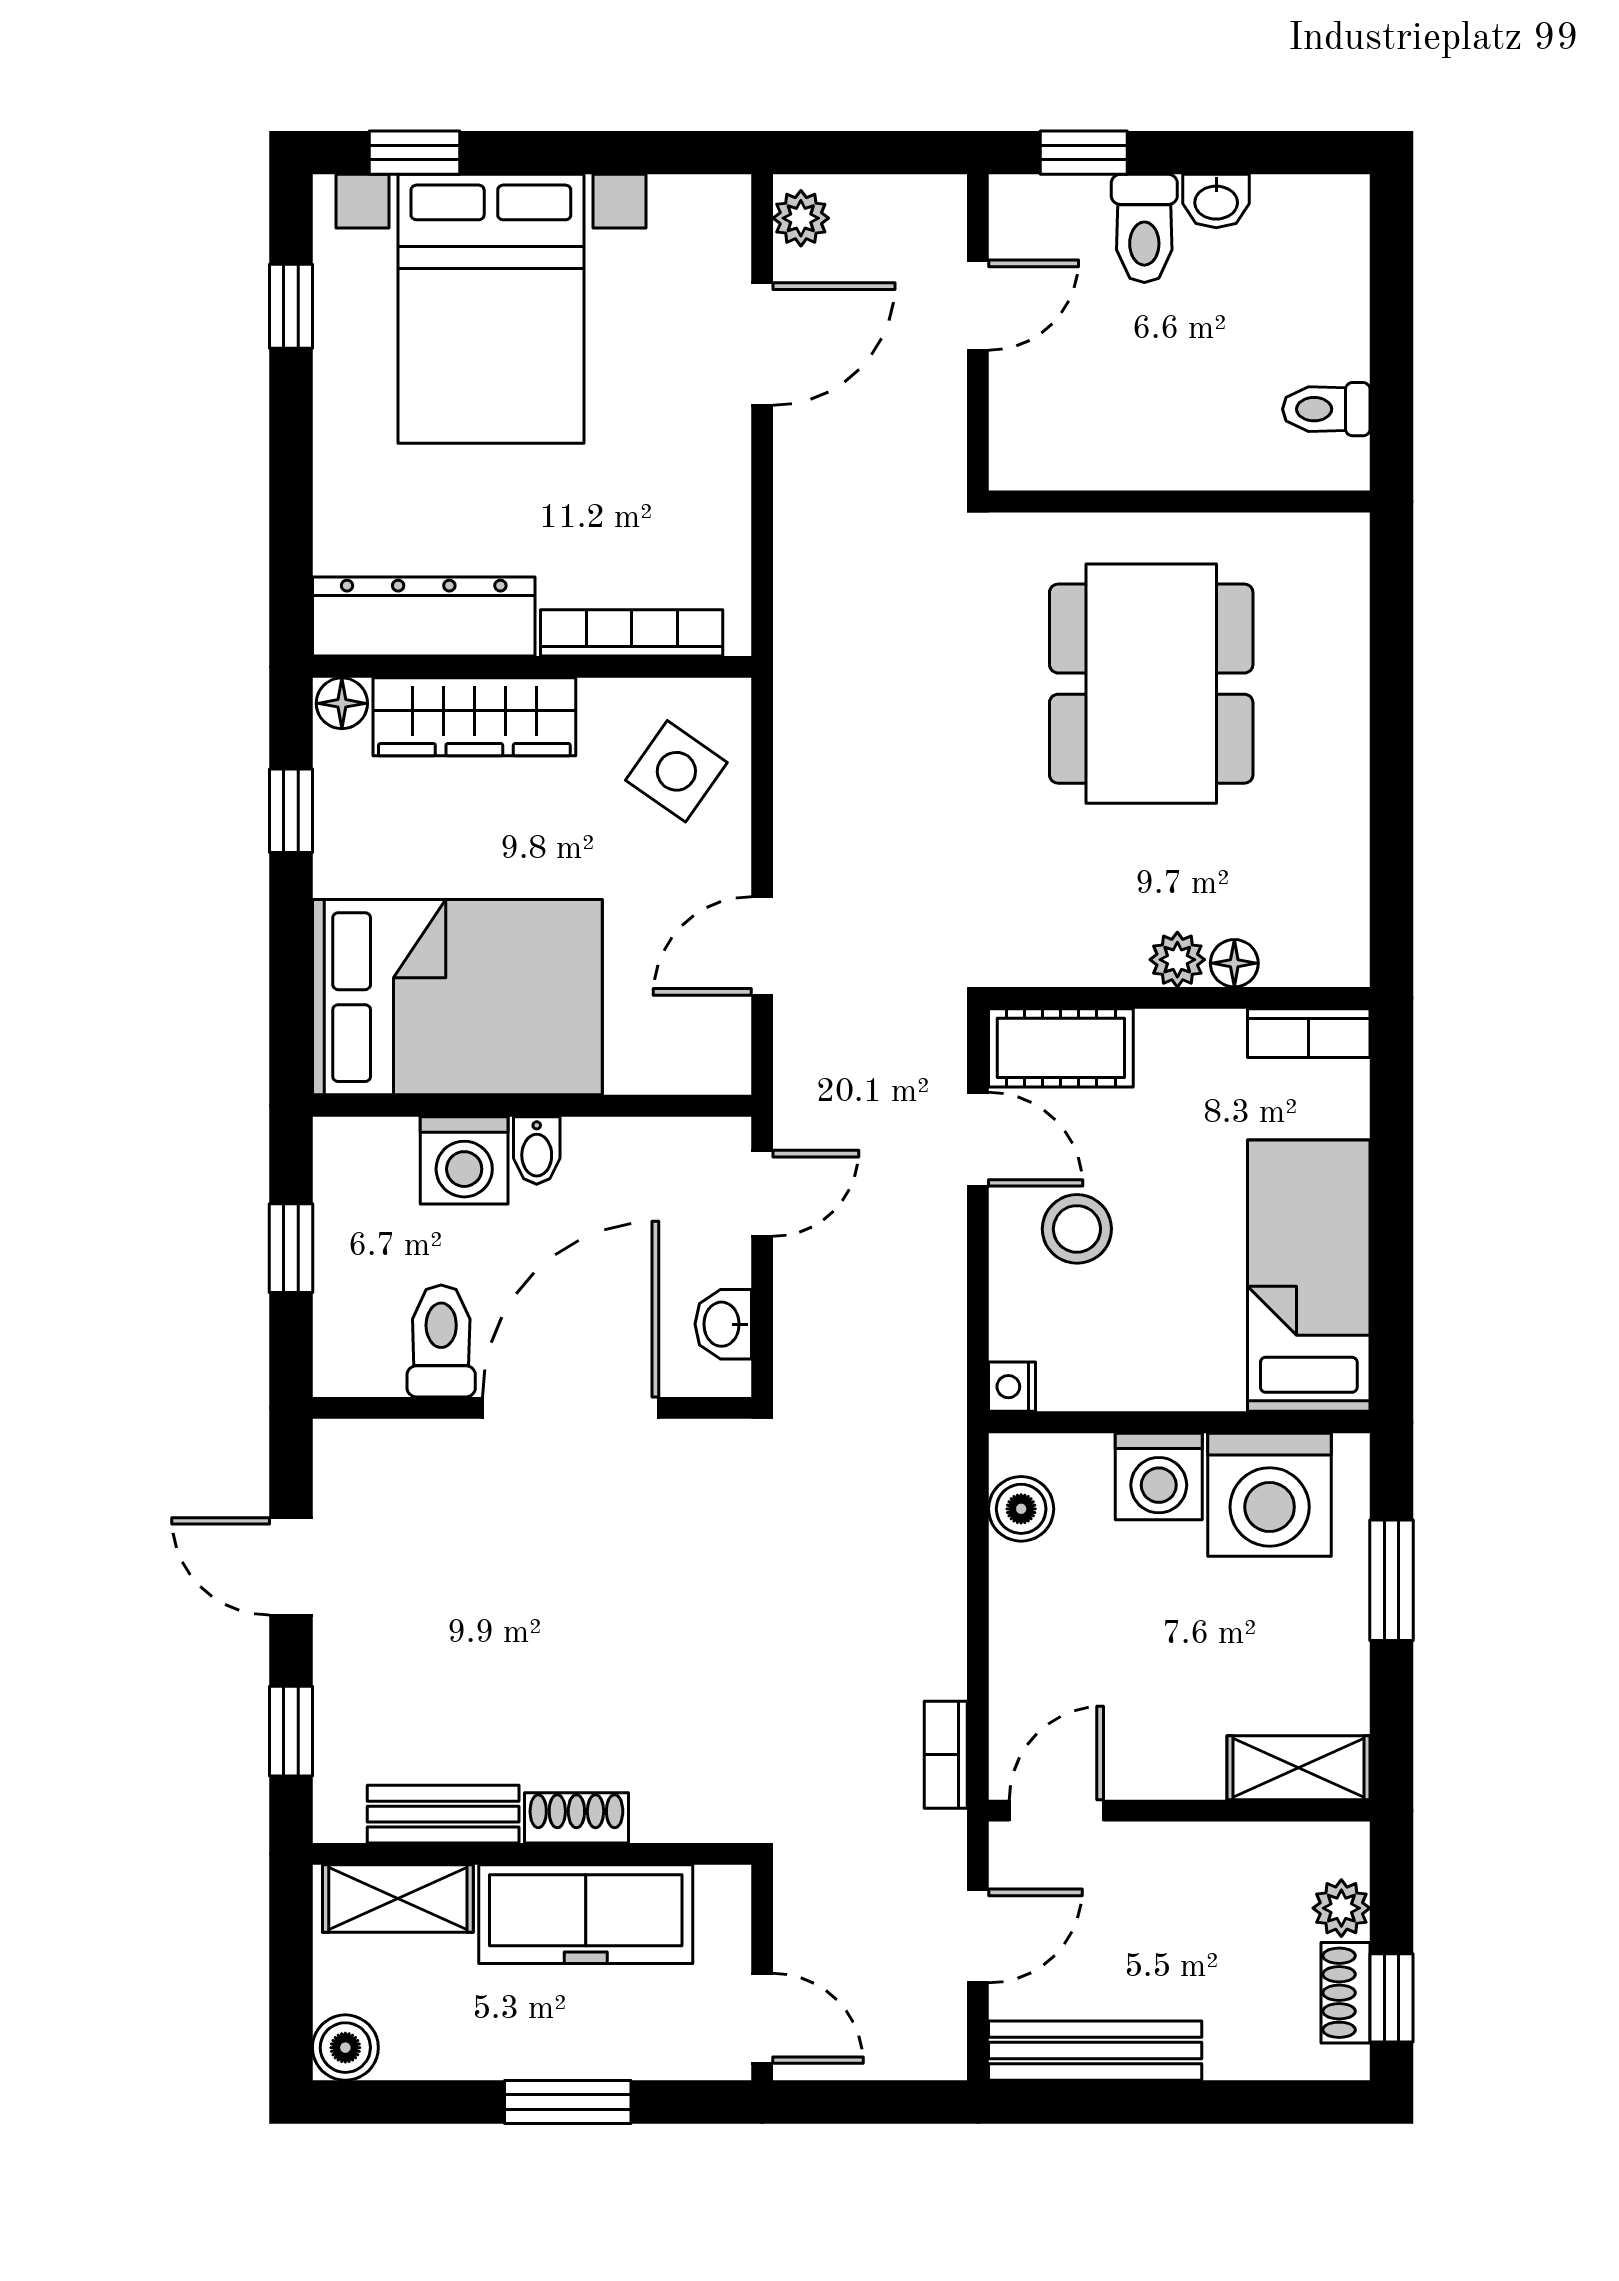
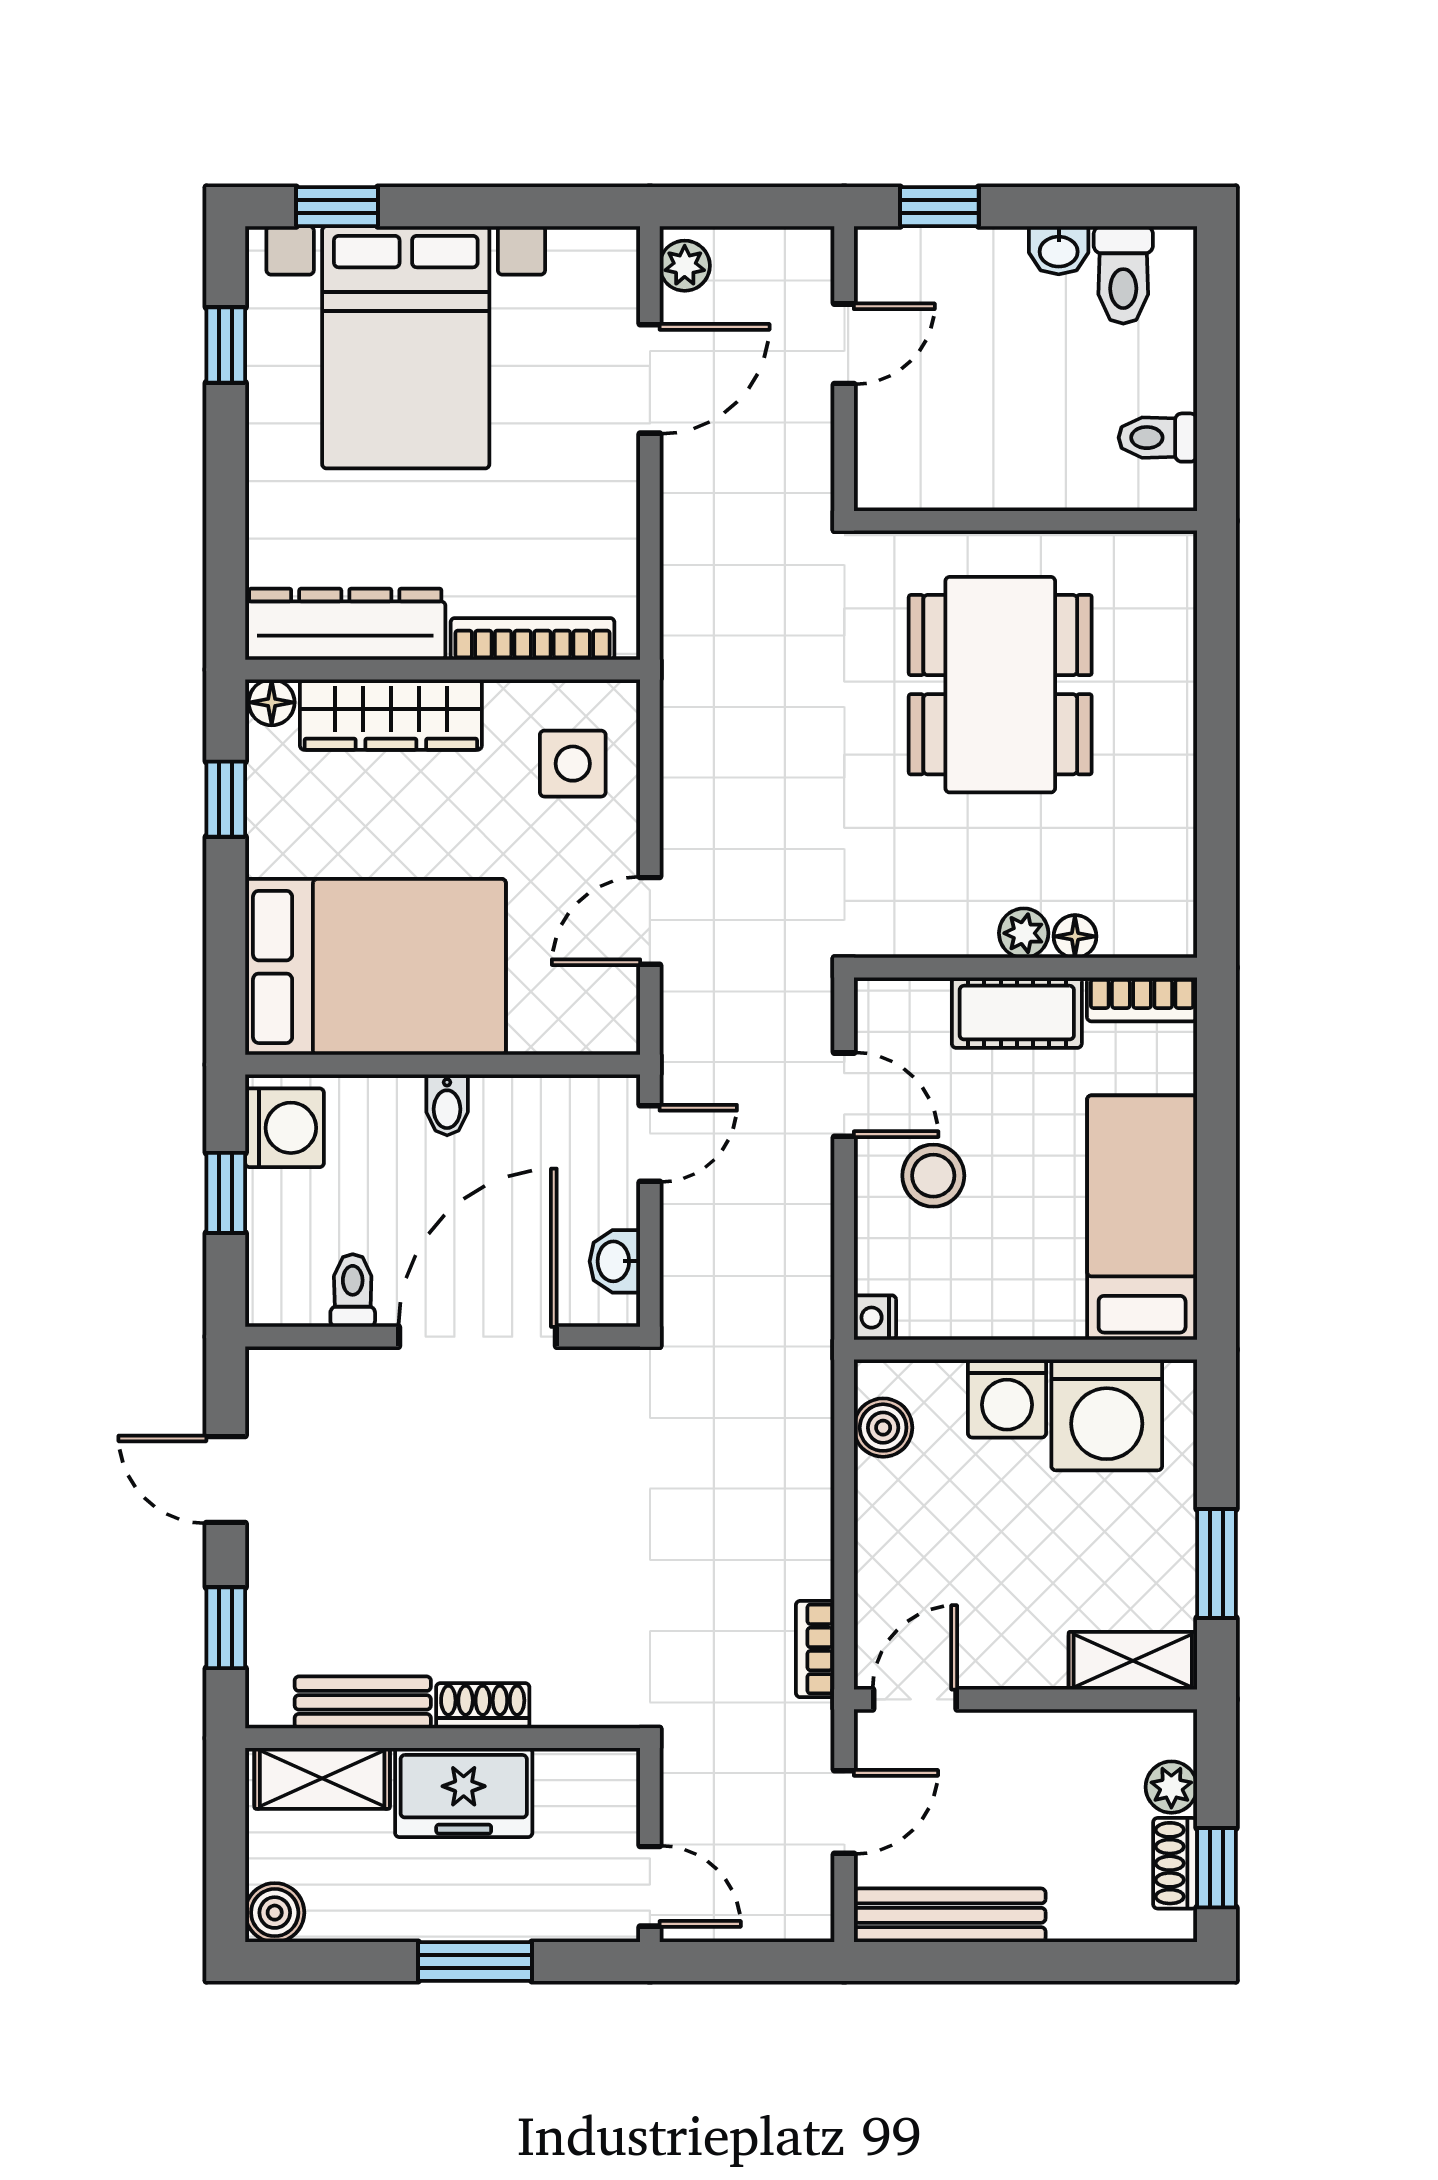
toilet: (1144, 228) -> (1123, 275), moved
side table: (676, 771) -> (573, 764), turned -35
cot: (1061, 1048) -> (1017, 1013), moved
washing machine: (464, 1160) -> (285, 1128), moved, turned -90
toilet: (441, 1341) -> (353, 1291), width x0.73, depth x0.72
window: (1391, 1580) -> (1217, 1564), moved
freezer: (586, 1914) -> (464, 1792), width x0.71

